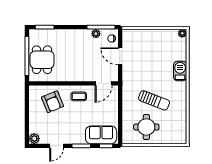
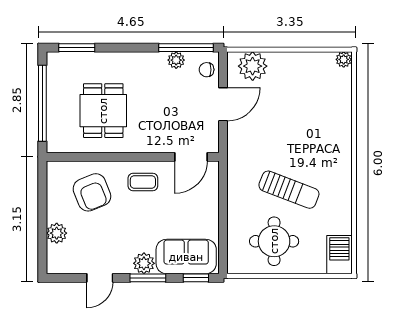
plant: (135, 37) -> (253, 66), added
door: (120, 56) -> (223, 104), swing flipped
dining table: (42, 60) -> (103, 111), moved
barbecue: (180, 71) -> (339, 255), moved
plant: (79, 138) -> (144, 263), added
plant: (34, 139) -> (57, 233), moved

